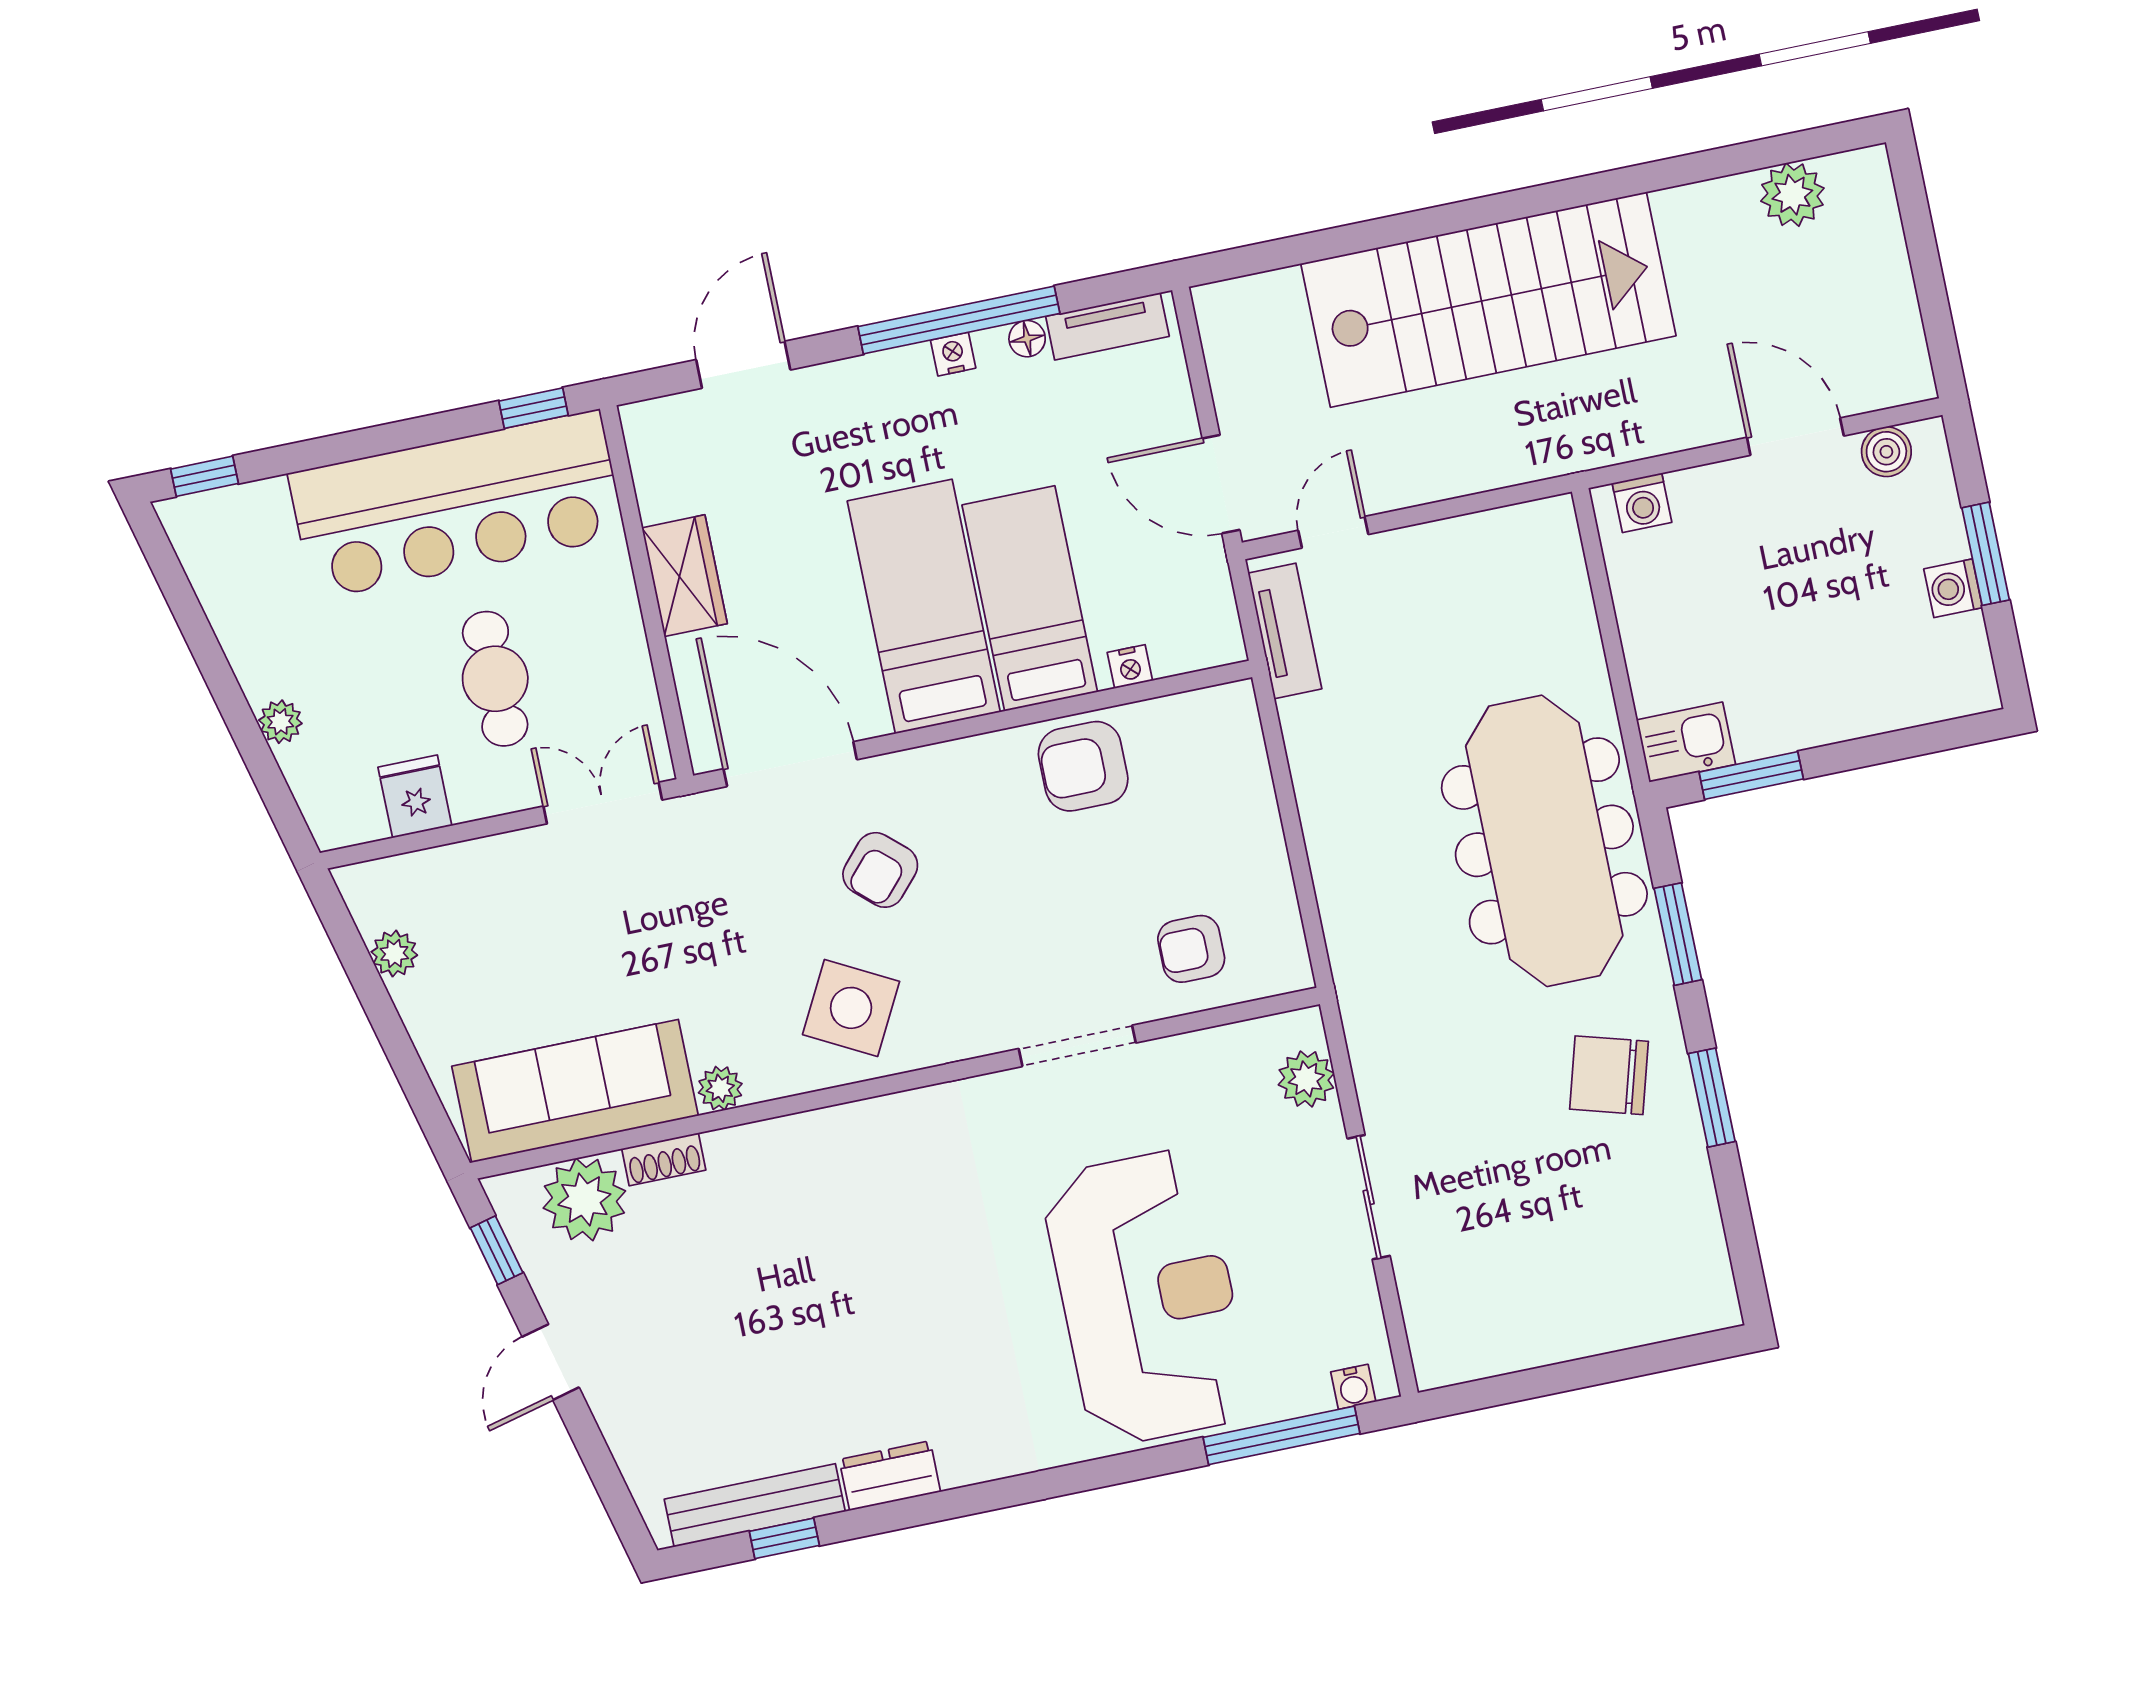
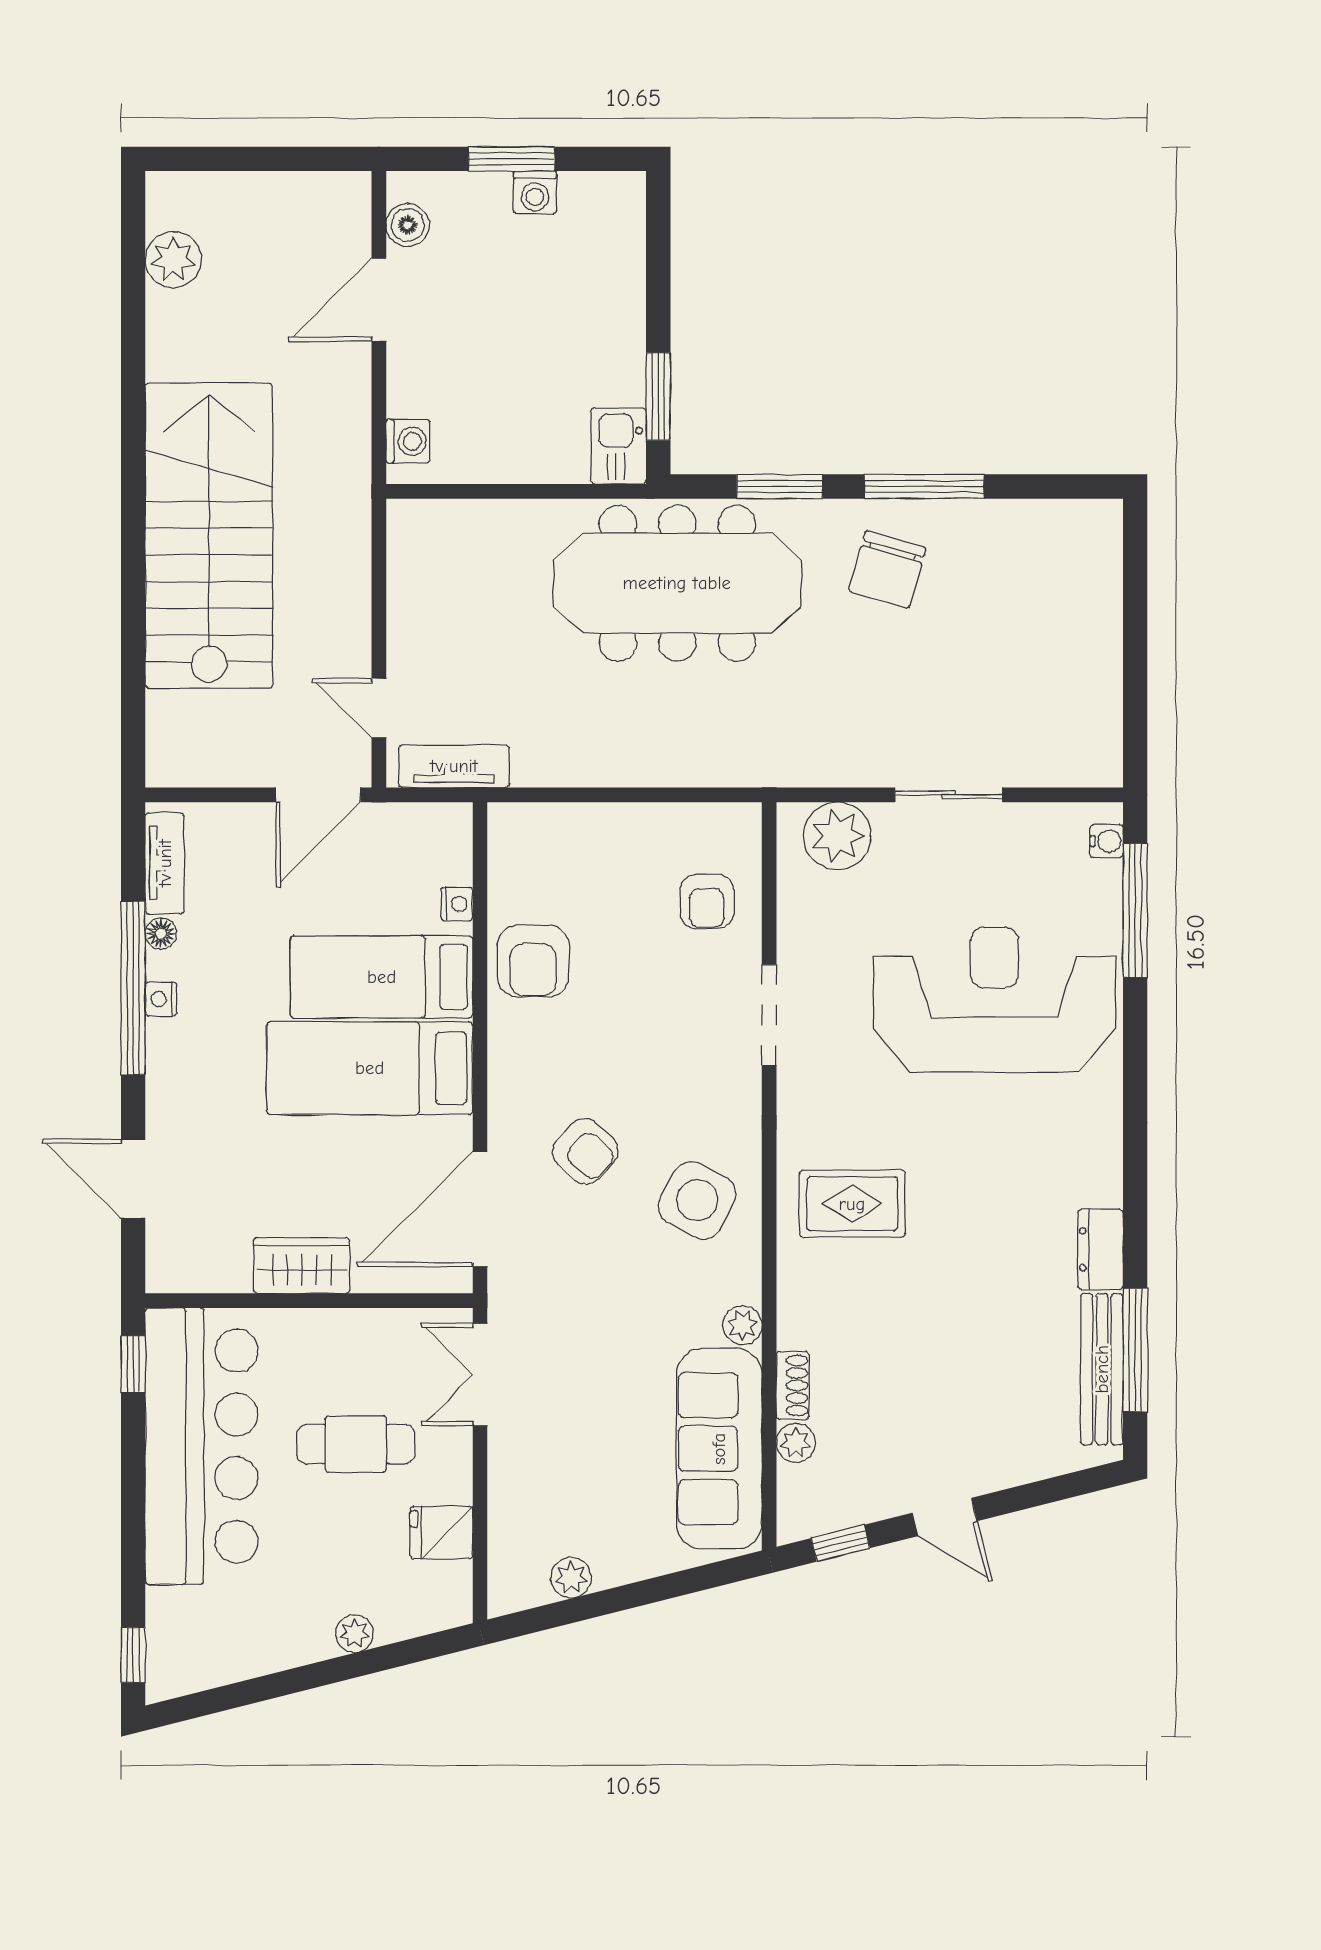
plant: (1306, 1079) -> (837, 836), width x1.36, depth x1.36
window: (1712, 1098) -> (924, 486), width x1.44
rug: (883, 1184) -> (852, 1204), added
plant: (584, 1200) -> (796, 1443), width x0.53, depth x0.53
window: (784, 1538) -> (1135, 1350), width x2.17

